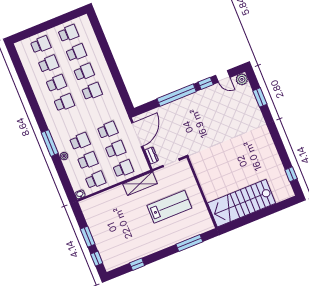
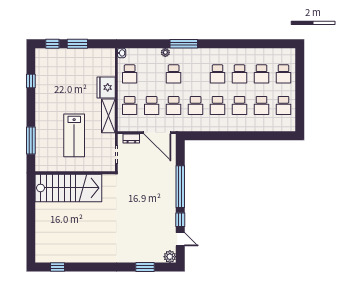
door: (223, 76) -> (180, 239), swing flipped
school desk: (88, 161) -> (196, 105), moved
fridge: (116, 196) -> (106, 87), added
stairs: (242, 203) -> (68, 188), moved, turned 90

